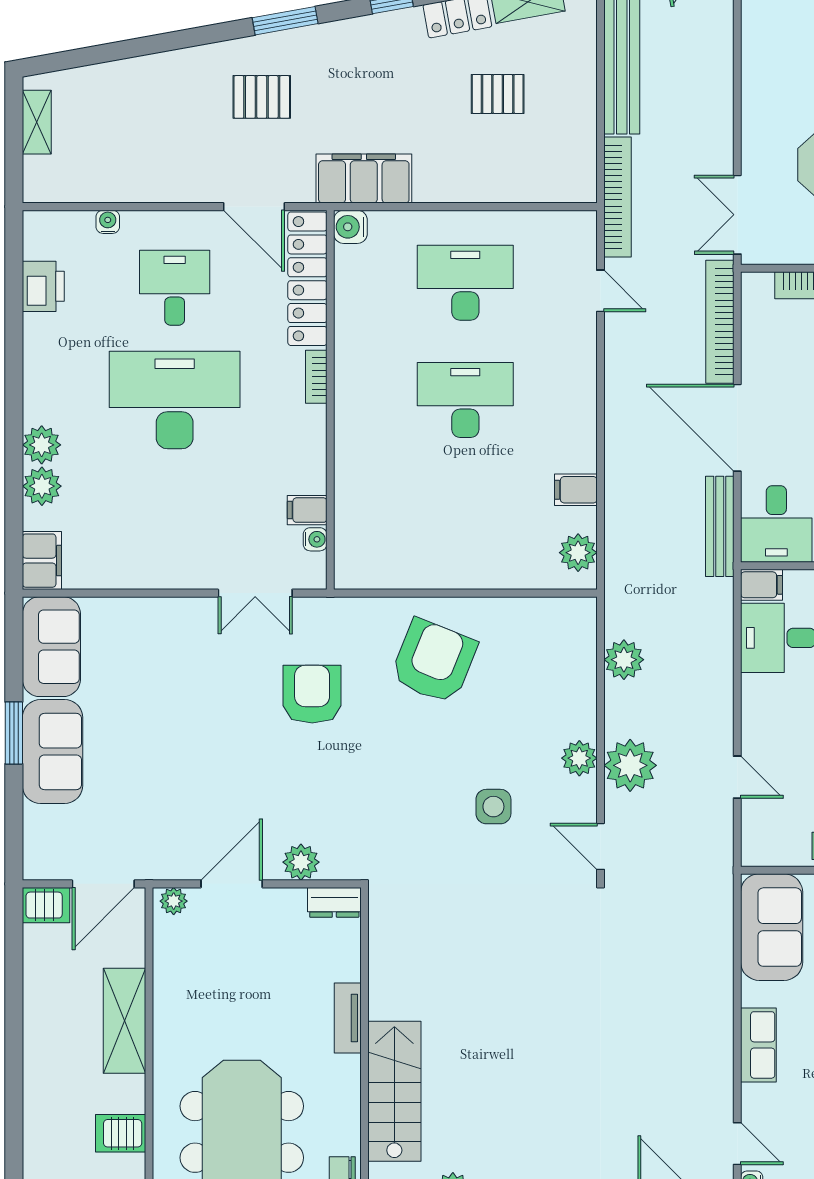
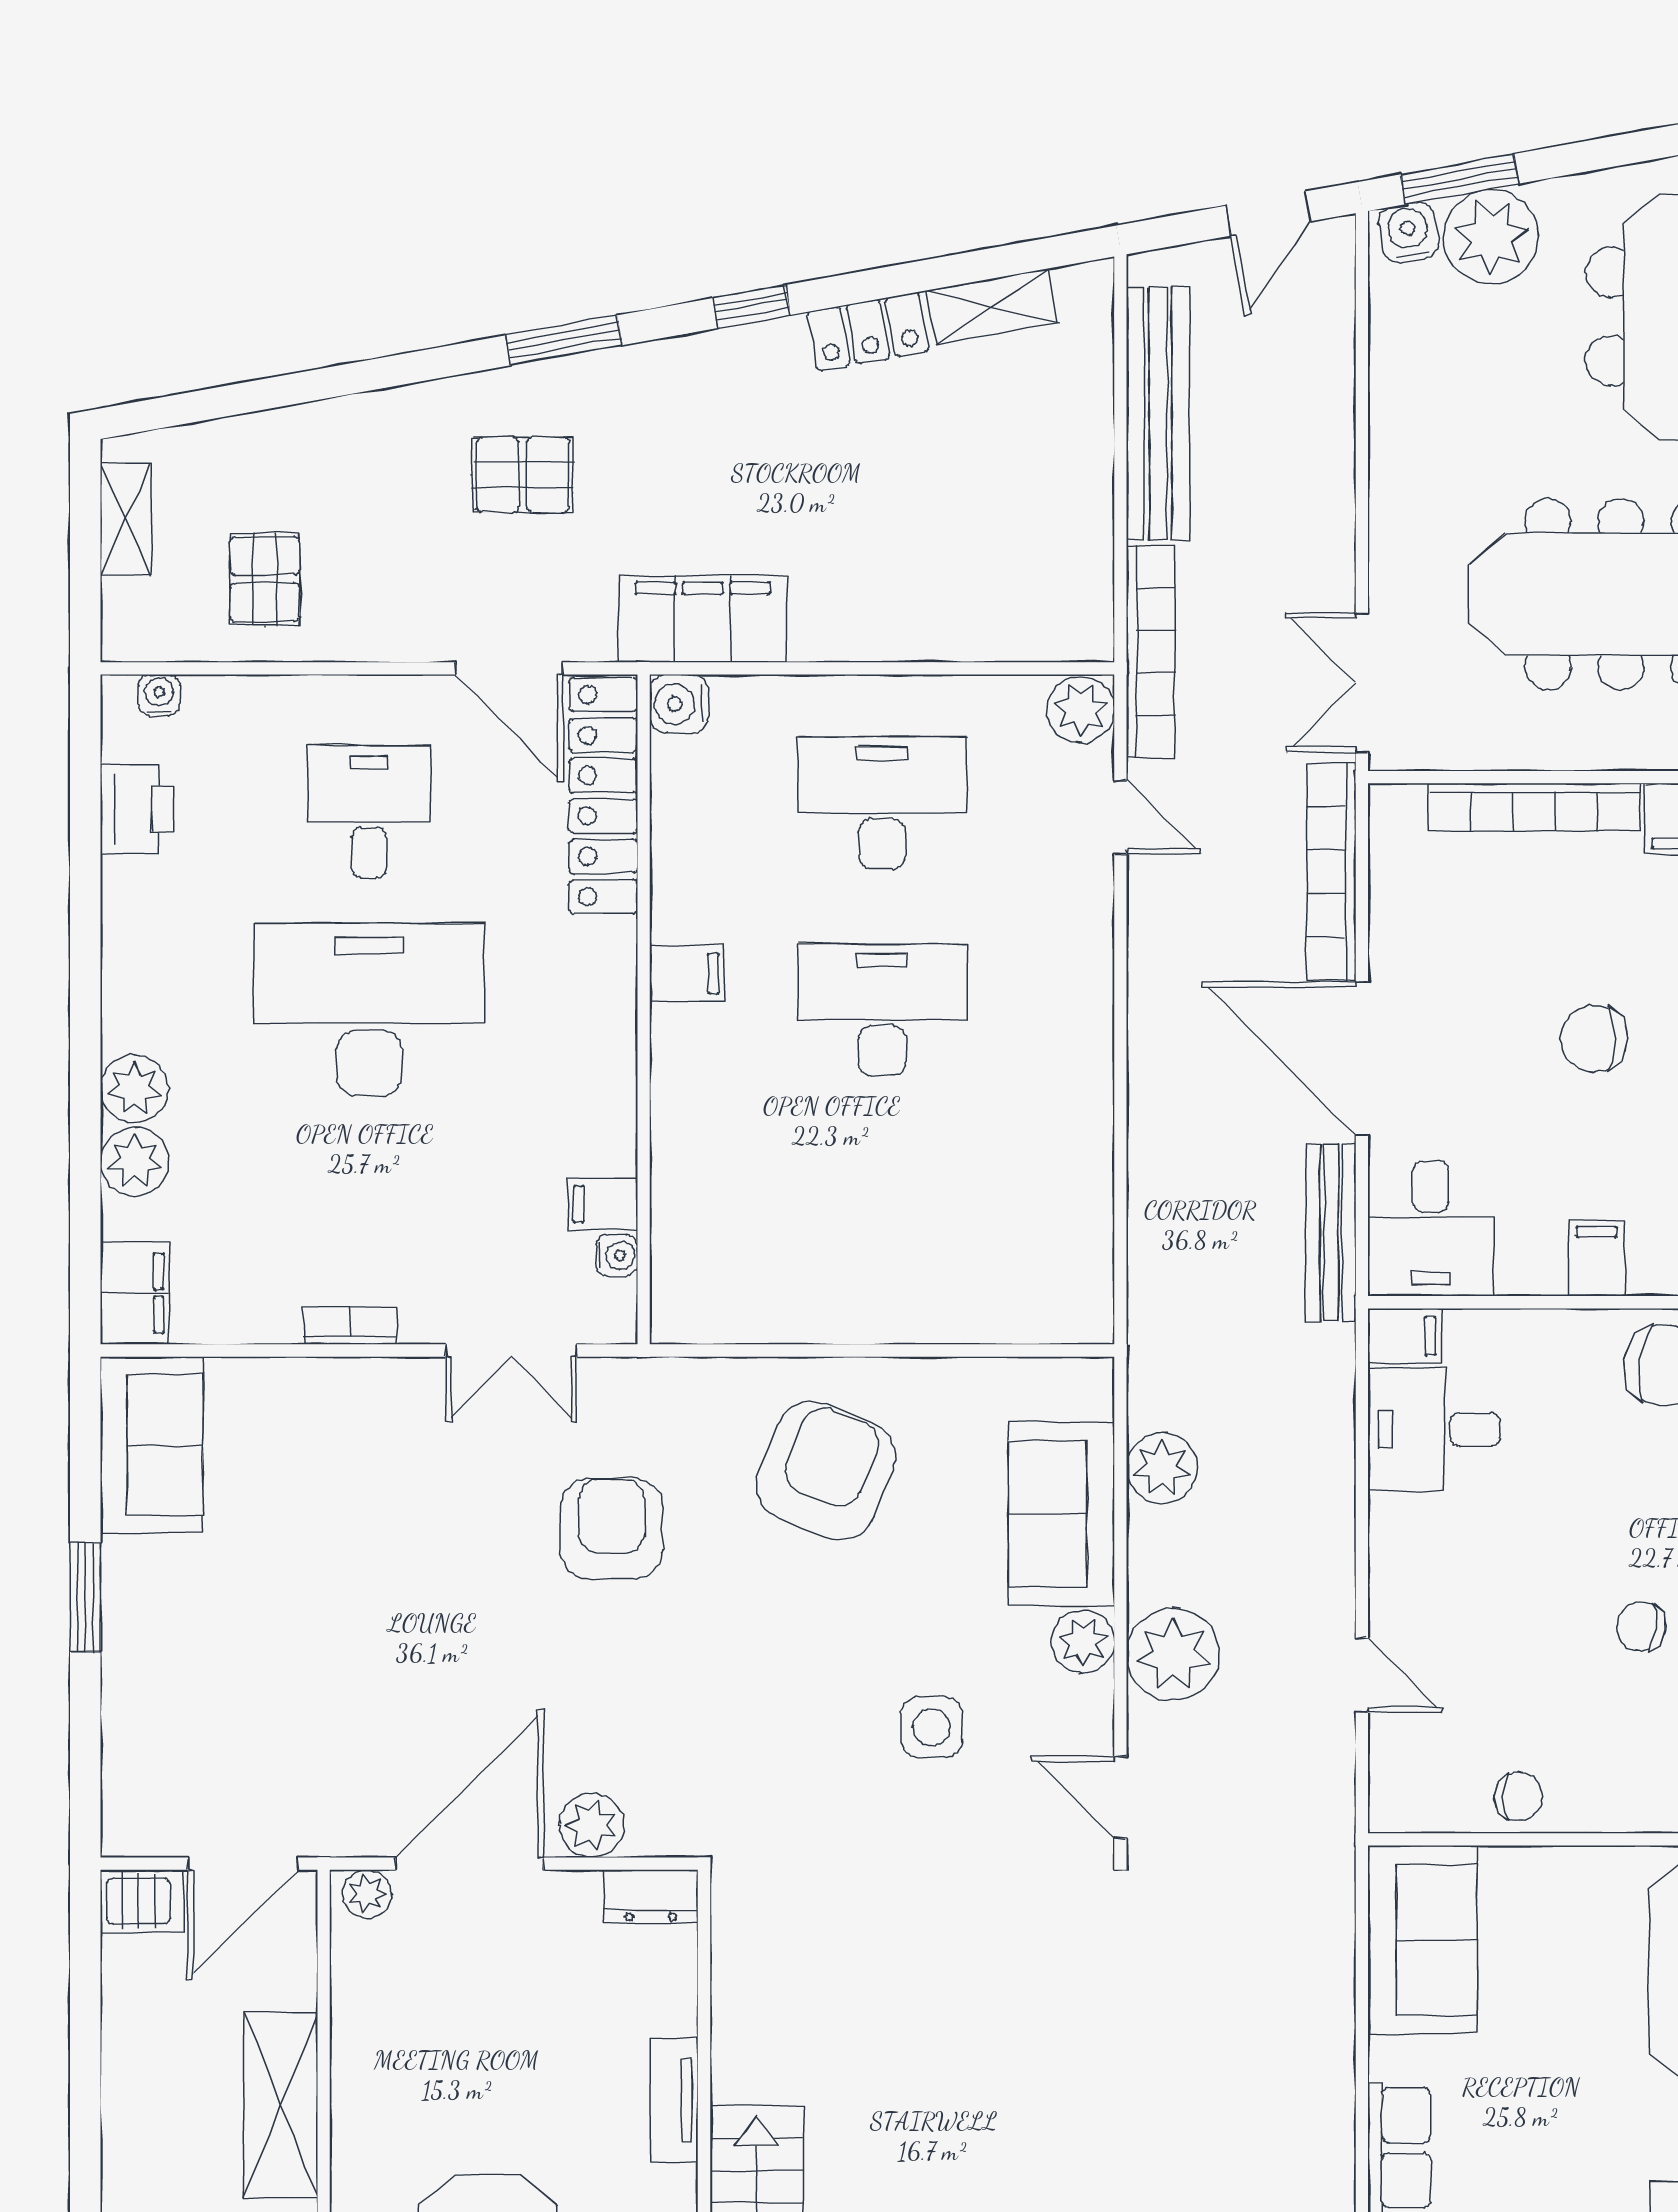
pallet: (498, 94) -> (265, 579), moved, turned 90
water cooler: (108, 222) -> (159, 695), moved
bookcase: (316, 377) -> (350, 1326), moved, turned 90
filing cabinet: (576, 490) -> (687, 974), moved, turned 180
plant: (578, 553) -> (1081, 710), moved
sofa: (52, 752) -> (1061, 1514), moved, turned 180
door: (232, 884) -> (470, 1864), width x1.36

